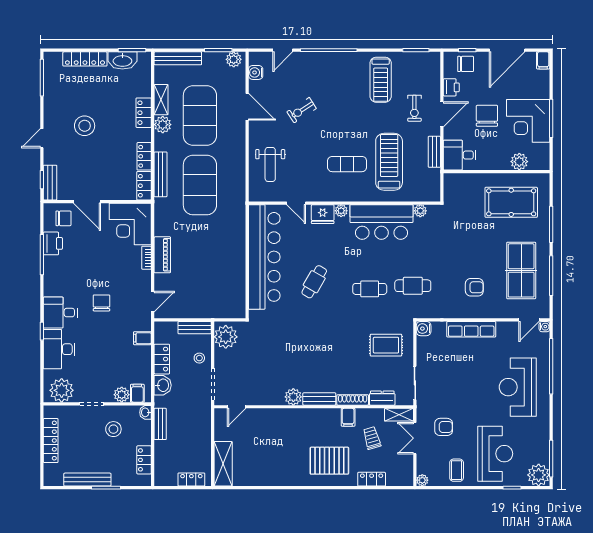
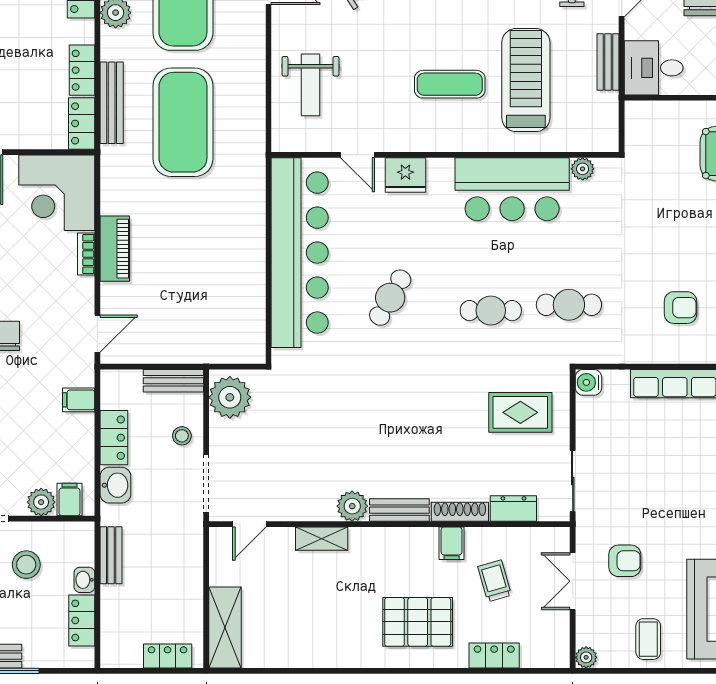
plant: (341, 211) -> (439, 169), removed
washbasin: (145, 412) -> (84, 580), moved
shelving: (399, 415) -> (322, 539), moved

